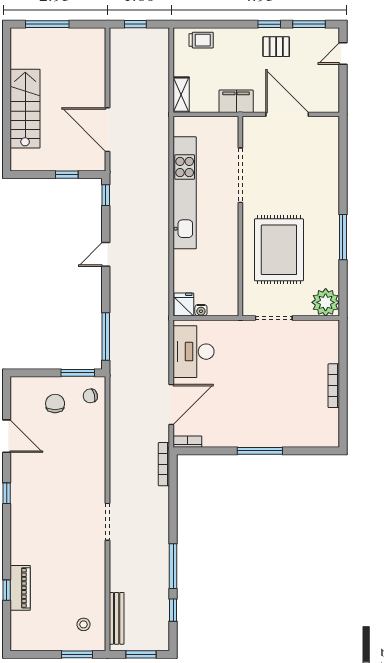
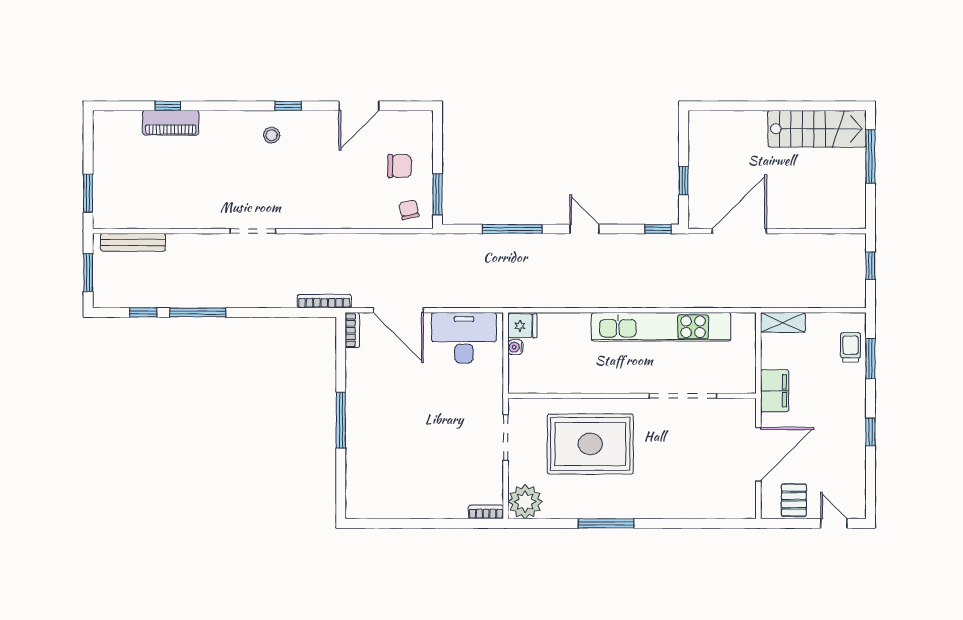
window: (309, 24) -> (870, 359), moved
trolley: (201, 40) -> (851, 347), turned 180
pallet: (276, 47) -> (794, 500), moved
stairs: (25, 109) -> (817, 129), moved
window: (106, 336) -> (512, 229), moved
bookcase: (334, 386) -> (486, 512), moved, width x0.64
stool: (84, 624) -> (271, 135), moved

